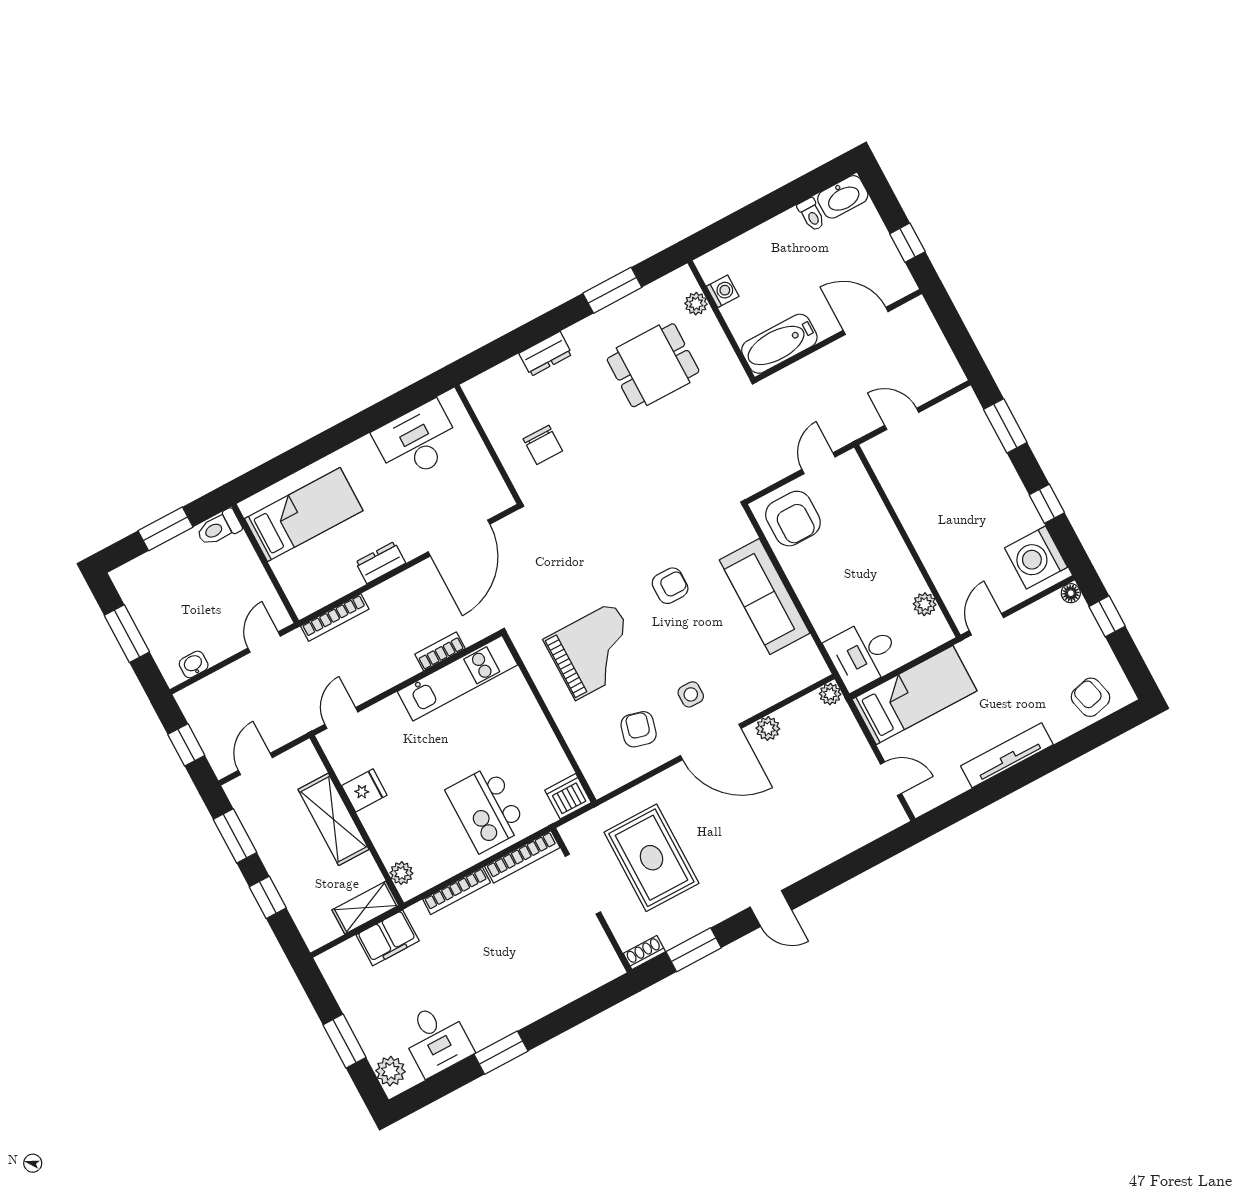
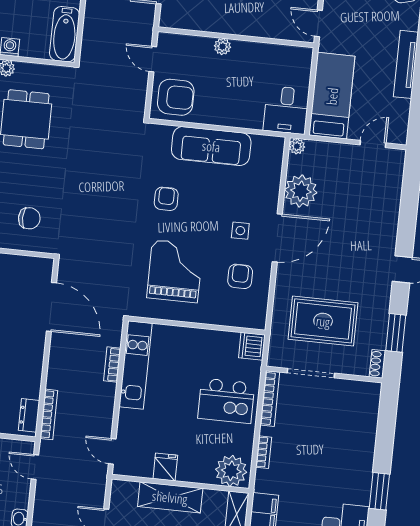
dresser: (381, 563) -> (29, 415), moved
plant: (925, 604) -> (222, 46), moved
armchair: (639, 729) -> (240, 276), turned 75
plant: (768, 729) -> (301, 191), width x1.87, depth x1.87
plant: (401, 873) -> (231, 471), width x1.88, depth x1.88
bookcase: (457, 891) -> (264, 452), width x0.64

